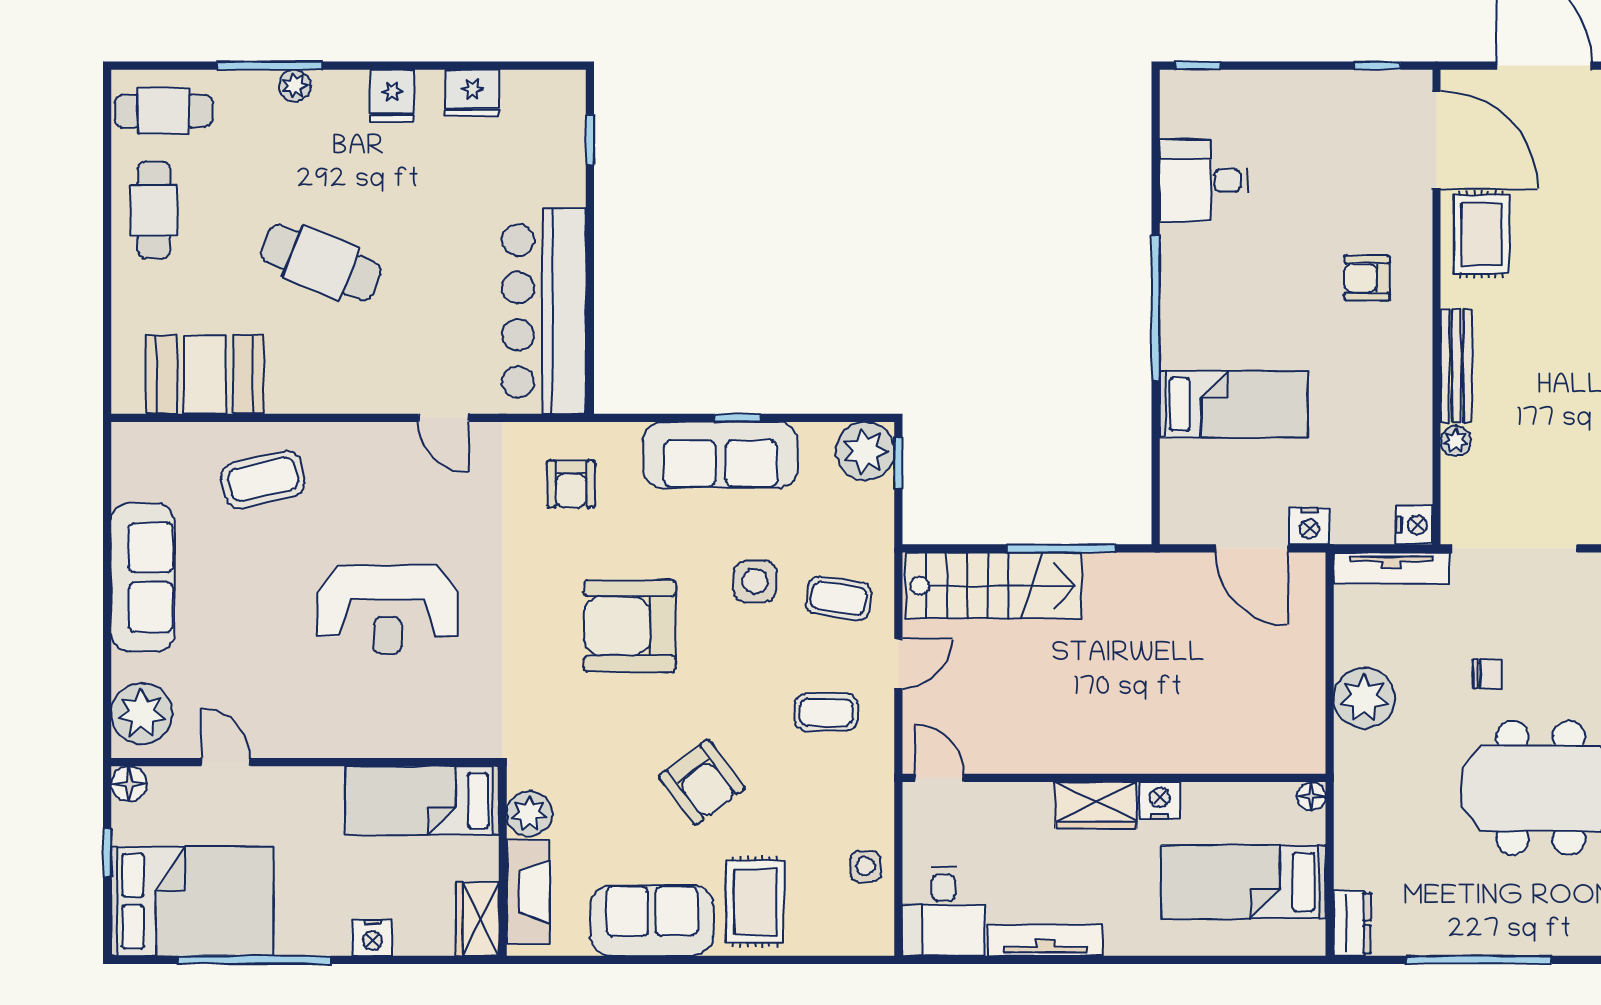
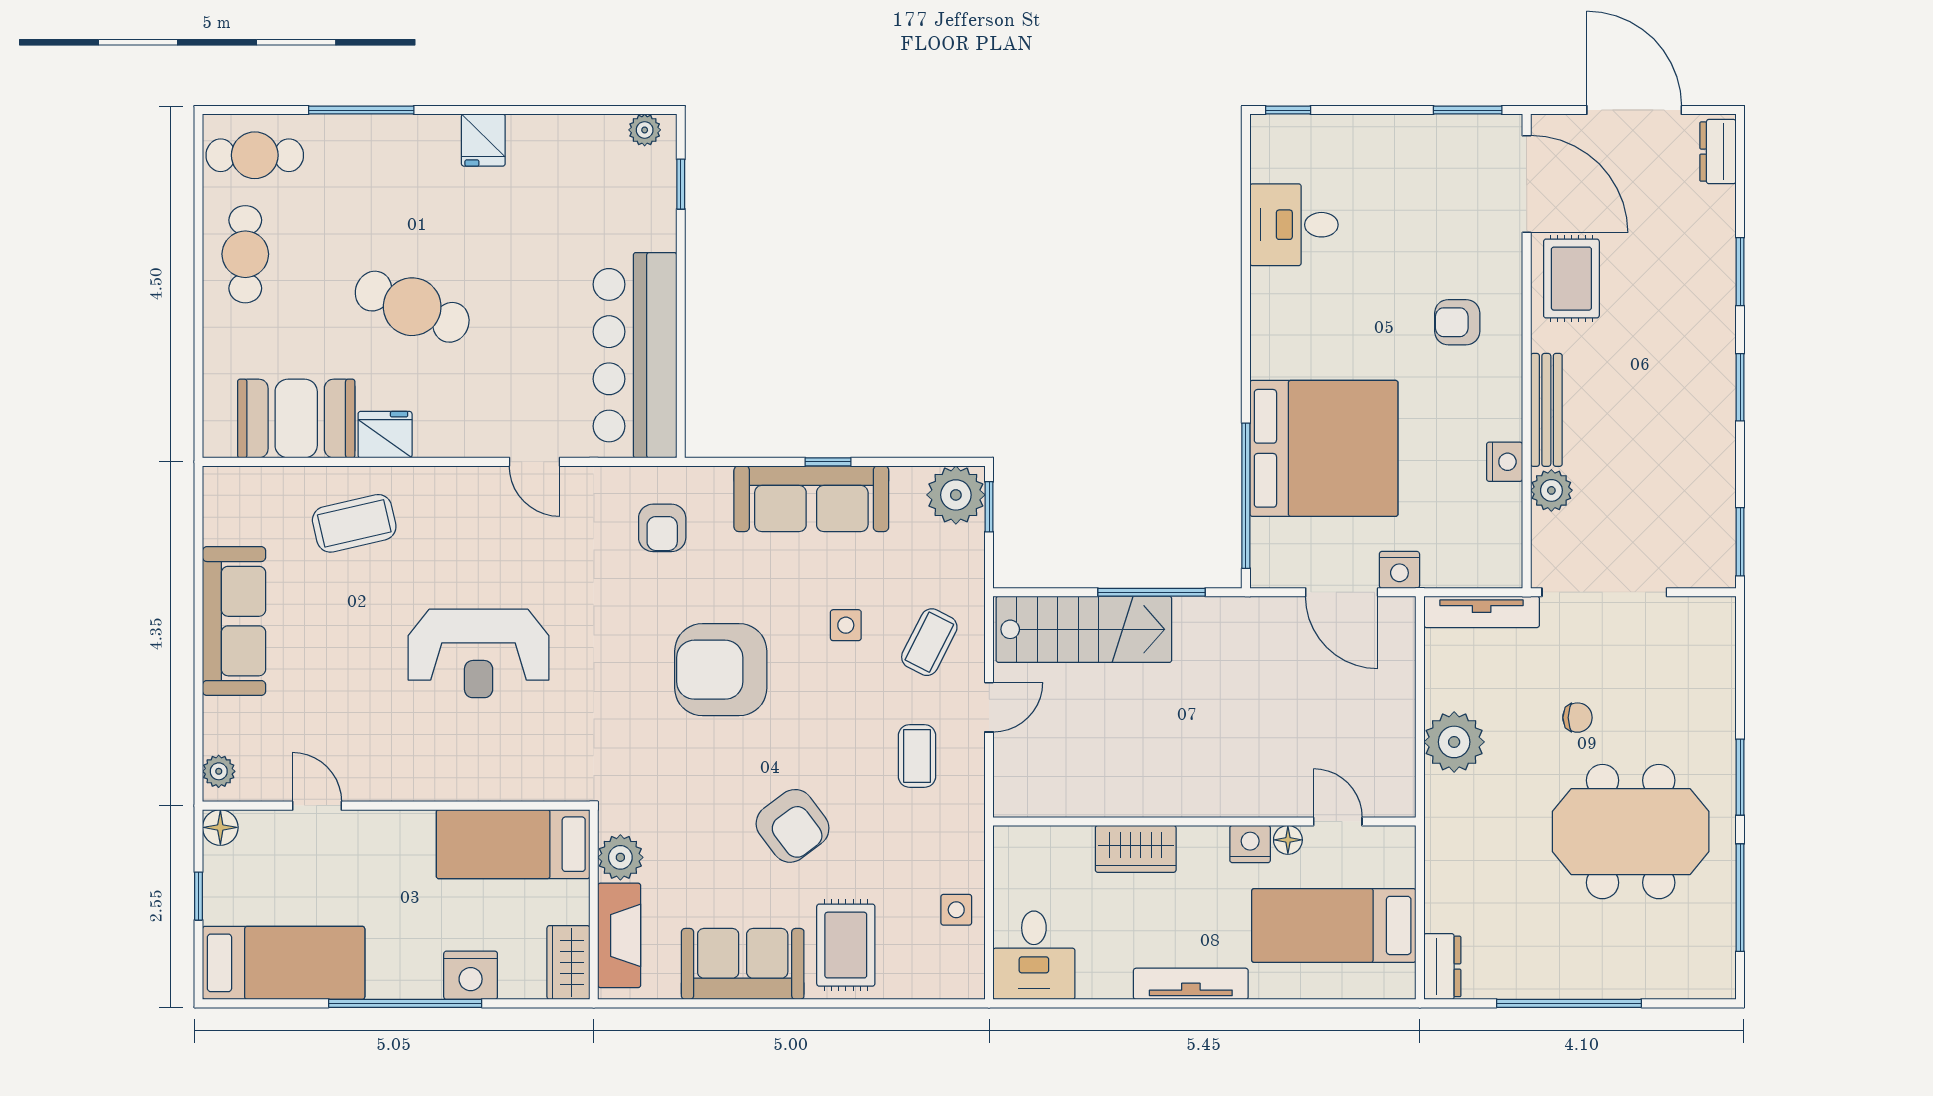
window: (1378, 66) -> (1468, 110), width x1.50
plant: (295, 86) -> (645, 130), moved
fridge: (472, 93) -> (385, 435), moved, turned 180
window: (1156, 308) -> (1246, 496), moved
bed: (1234, 404) -> (1324, 448), width x2.04
plant: (1456, 441) -> (1551, 490), width x1.38, depth x1.38
nightstand: (1415, 525) -> (1505, 462), moved
side table: (755, 581) -> (846, 625), width x0.73, depth x0.73
coffee table: (839, 598) -> (929, 642), turned -72
coffee table: (826, 712) -> (917, 756), turned 90
plant: (142, 713) -> (219, 771), width x0.53, depth x0.53
door: (939, 778) -> (1338, 822), moved
floor lamp: (1311, 796) -> (1288, 840), moved
wardrobe: (1096, 805) -> (1136, 849), moved
bed: (192, 901) -> (284, 963), width x0.67
nightstand: (372, 938) -> (471, 975), width x1.36, depth x1.33
tv unit: (1045, 940) -> (1191, 984), moved
window: (254, 960) -> (405, 1003), moved

